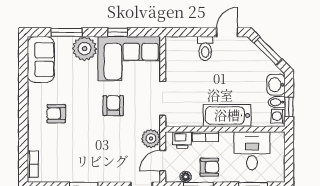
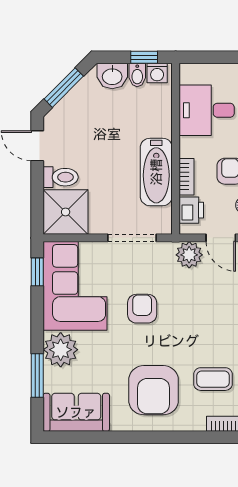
window: (118, 32) -> (37, 272), moved
shower: (181, 52) -> (66, 212), added
armchair: (113, 106) -> (142, 309), turned 90
armchair: (56, 114) -> (154, 390), width x1.88, depth x1.88
bathtub: (227, 115) -> (156, 172), moved
coffee table: (64, 155) -> (213, 379), added

